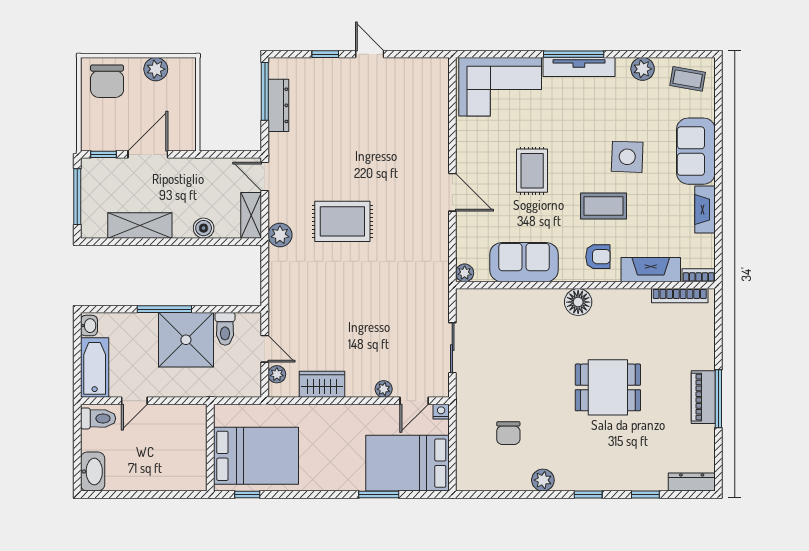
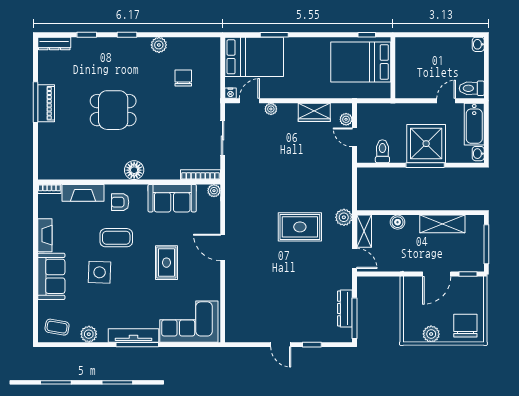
bookcase: (680, 296) -> (201, 175), moved
shower: (186, 340) -> (426, 144), moved
washbasin: (93, 472) -> (478, 44), width x0.52, depth x0.69

